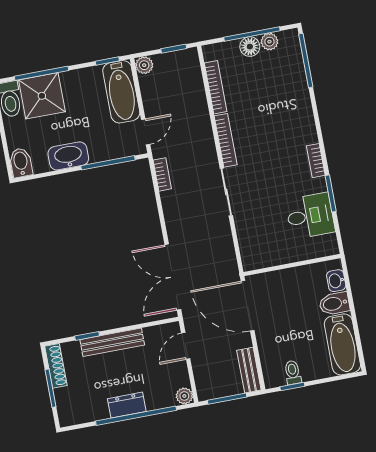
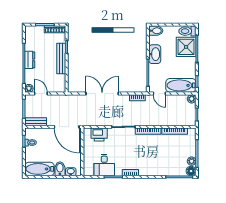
floor lamp: (250, 47) -> (191, 171), moved
printer: (251, 238) -> (99, 135), added
double door: (173, 277) -> (102, 94), moved
door: (248, 306) -> (67, 127), swing flipped
door: (186, 346) -> (41, 94), moved

